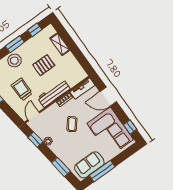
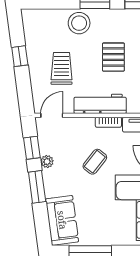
pallet: (44, 65) -> (113, 57), turned 90
sofa: (89, 165) -> (62, 220), moved, turned 82
window: (61, 167) -> (37, 187), moved

